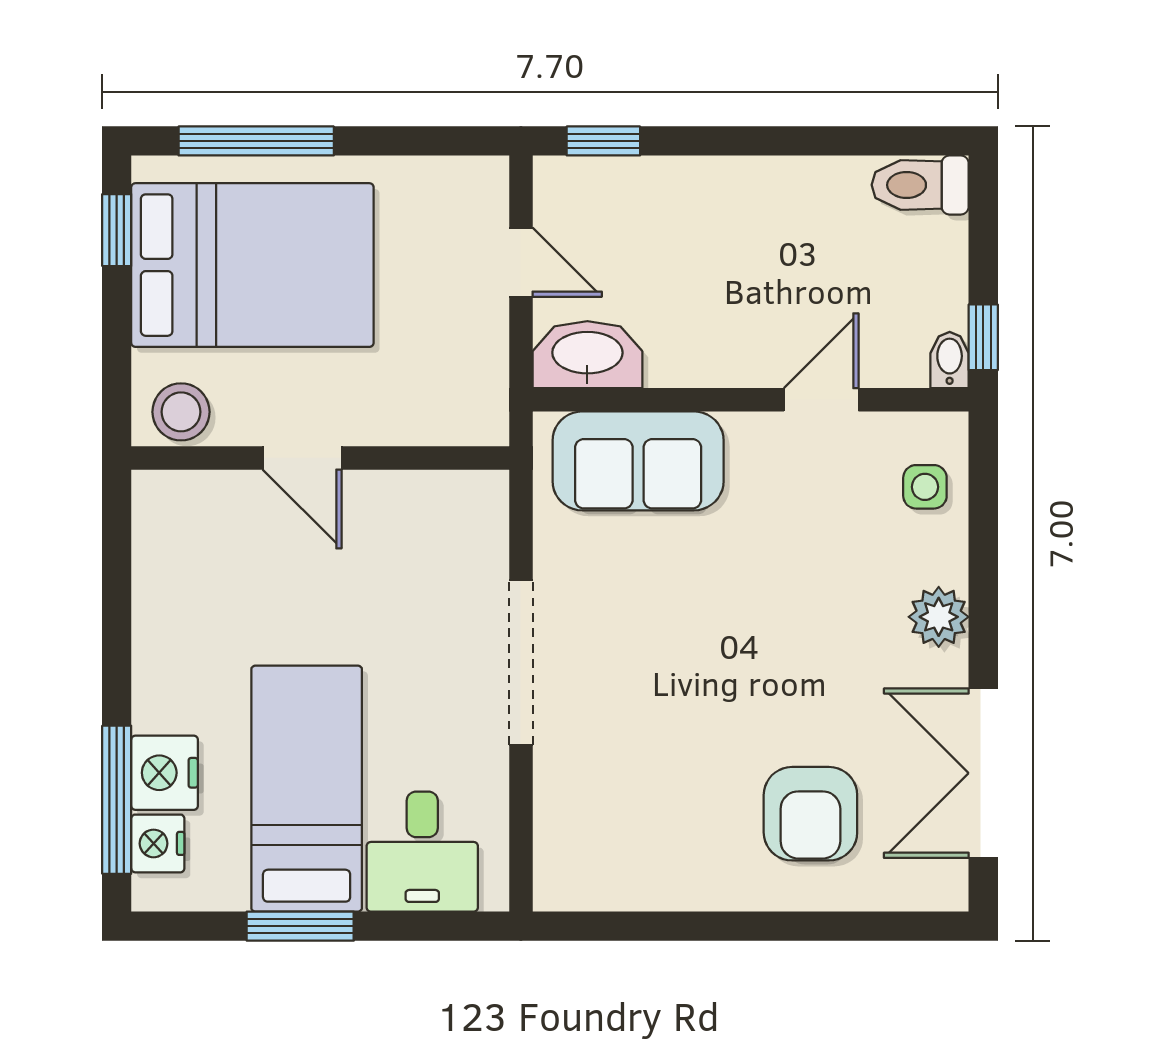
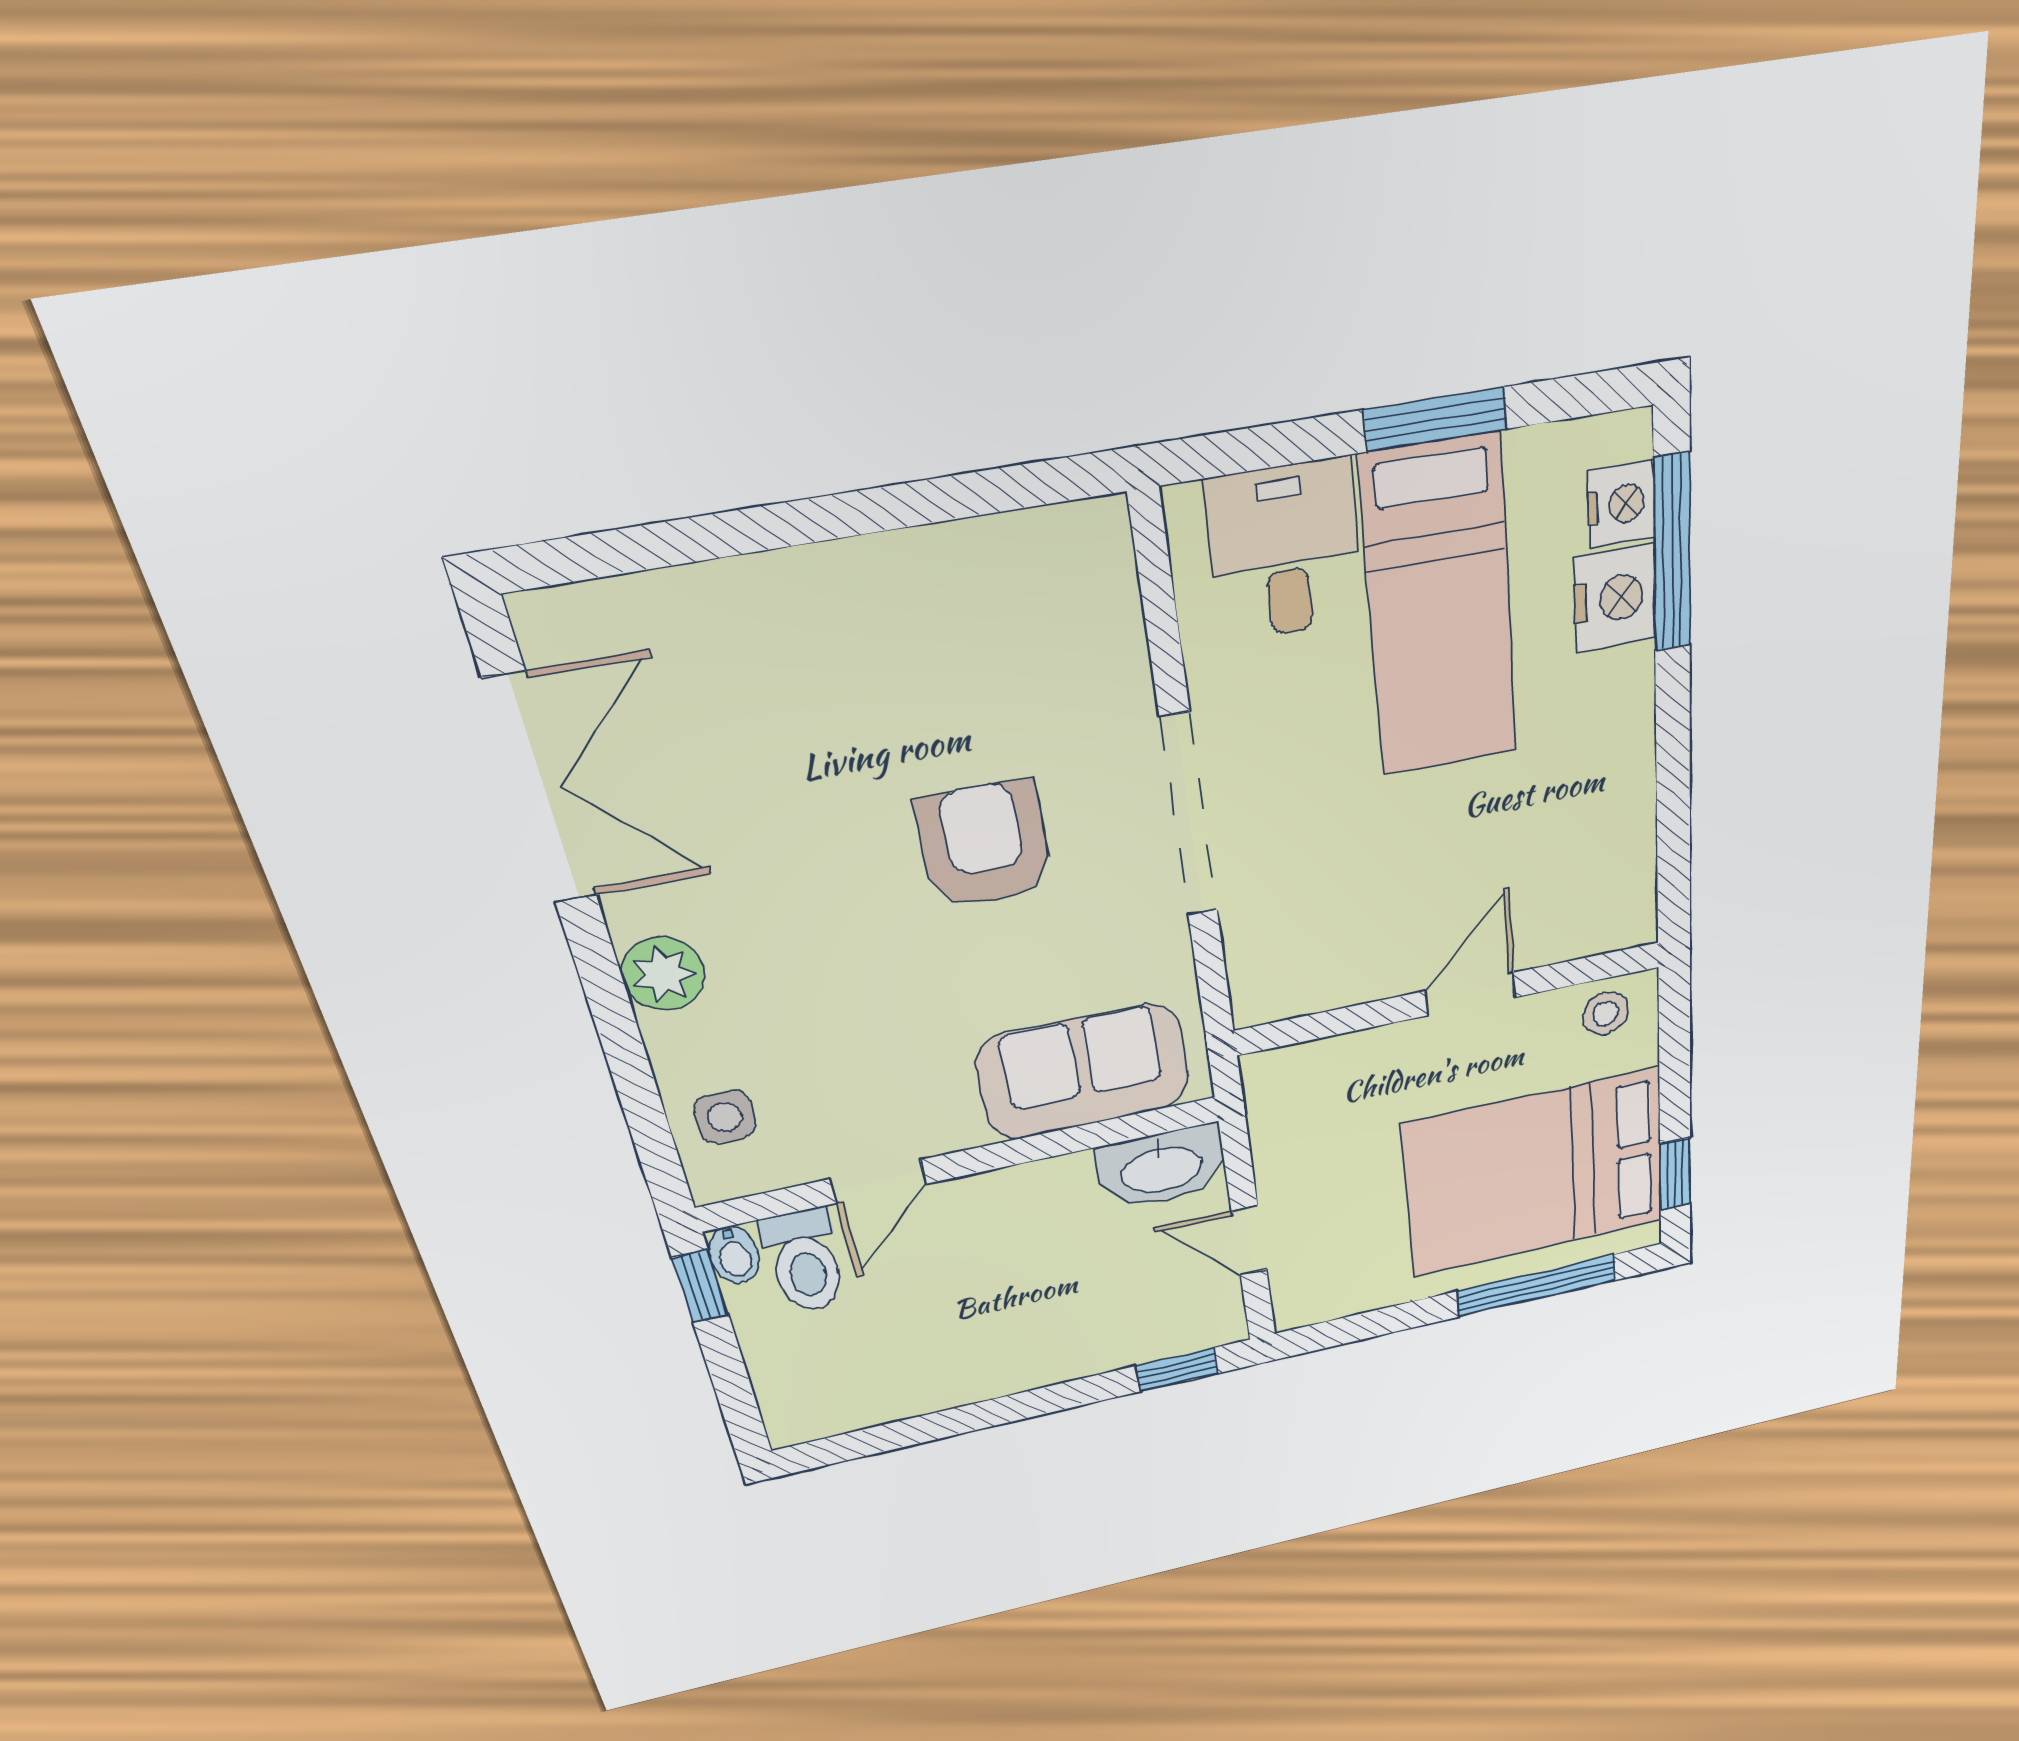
toilet: (920, 185) -> (805, 1261), moved, turned 90
stool: (181, 412) -> (1606, 1014), width x0.73, depth x0.73
door: (302, 458) -> (1471, 994), hinge flipped
armchair: (810, 814) -> (984, 845), moved

